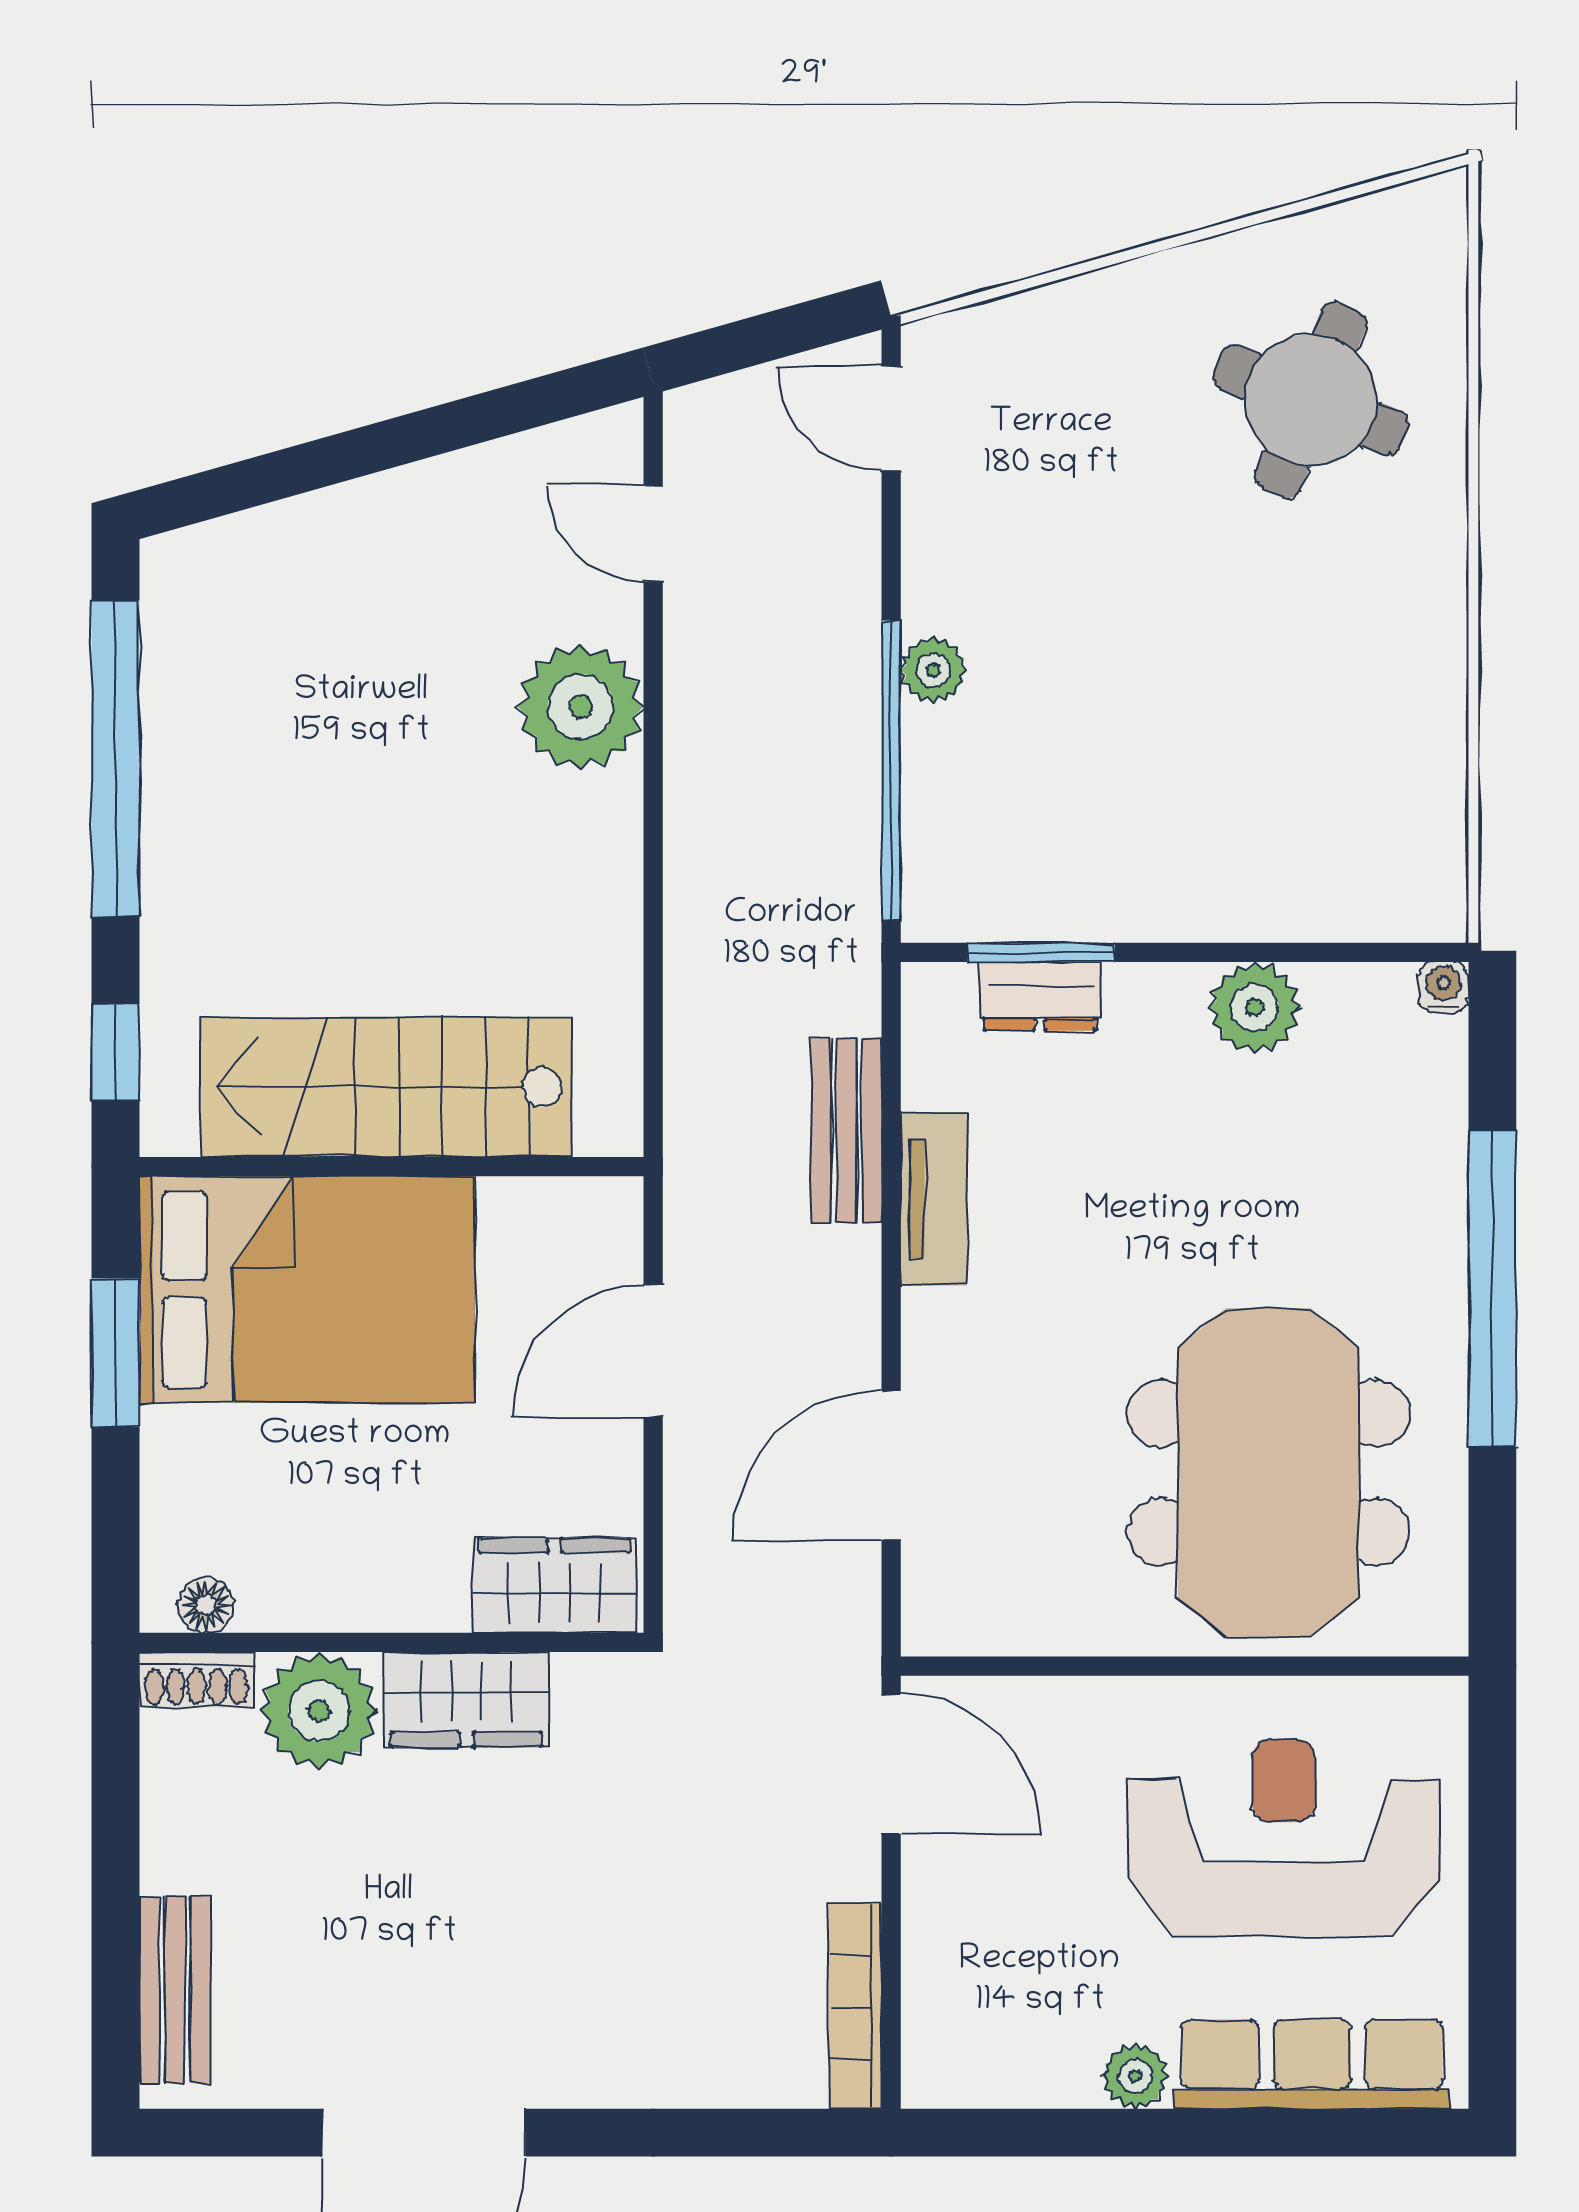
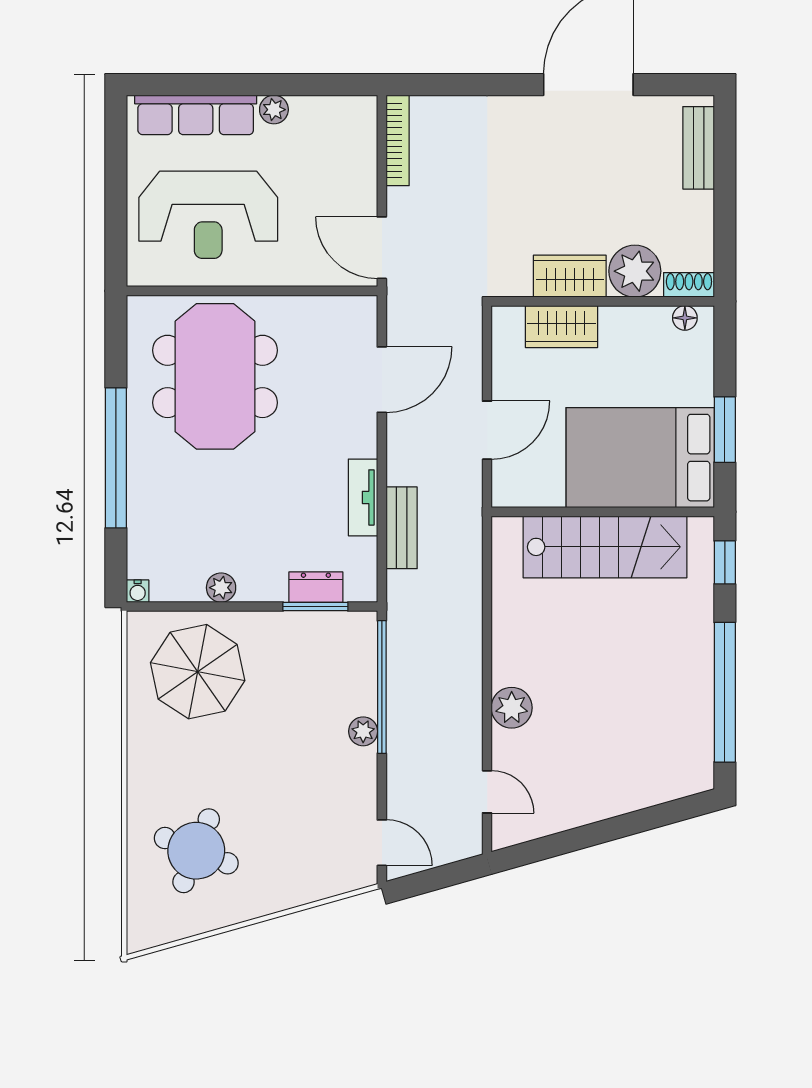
plant: (581, 707) -> (512, 708), width x0.73, depth x0.73
parasol: (1308, 805) -> (198, 672), added
plant: (1255, 1008) -> (221, 588), width x0.73, depth x0.73
wardrobe: (555, 1585) -> (561, 327), moved

